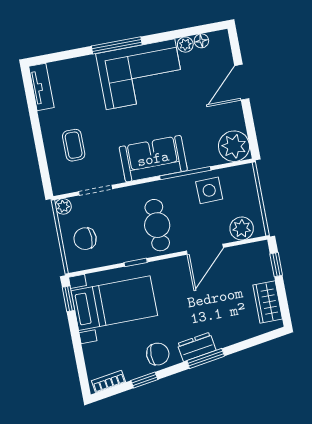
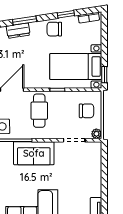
coffee table: (74, 145) -> (83, 171), removed
dresser: (197, 347) -> (18, 31), moved

